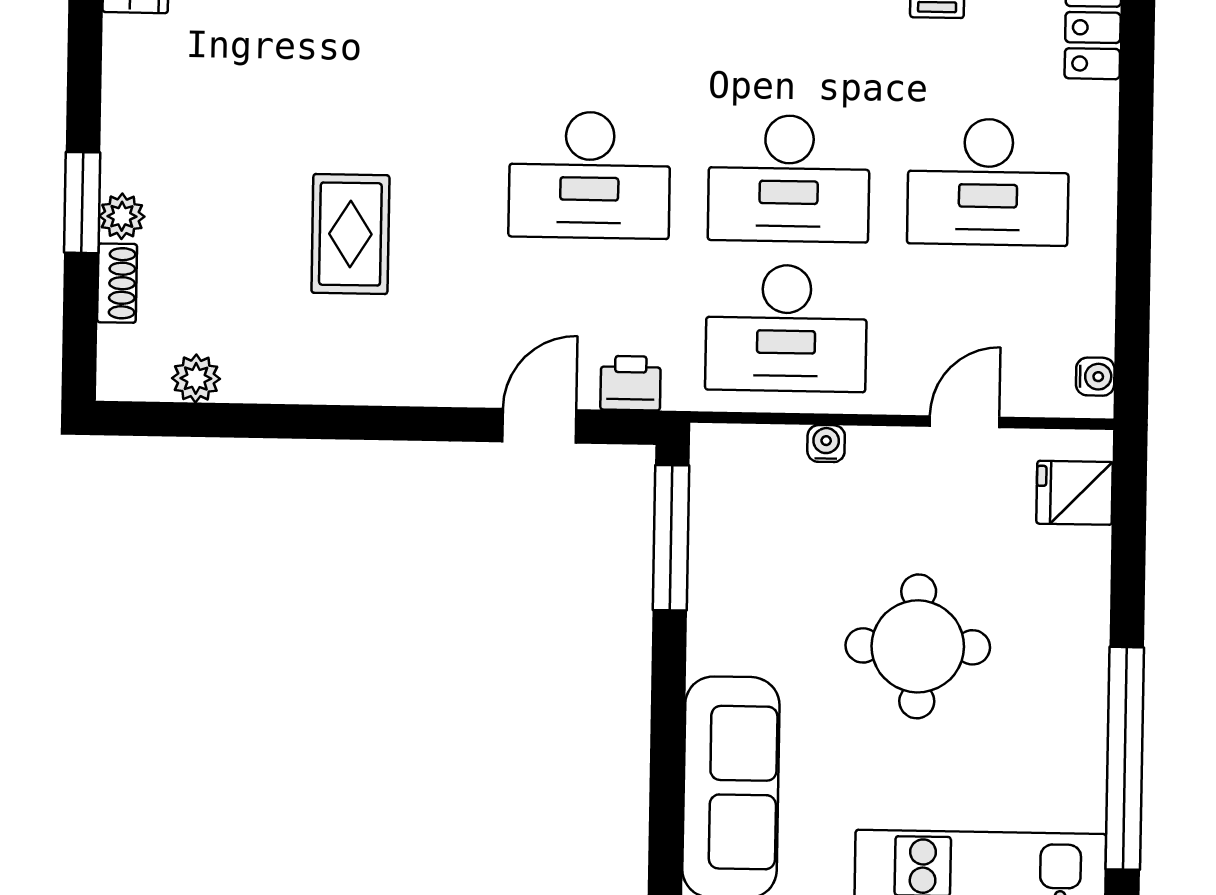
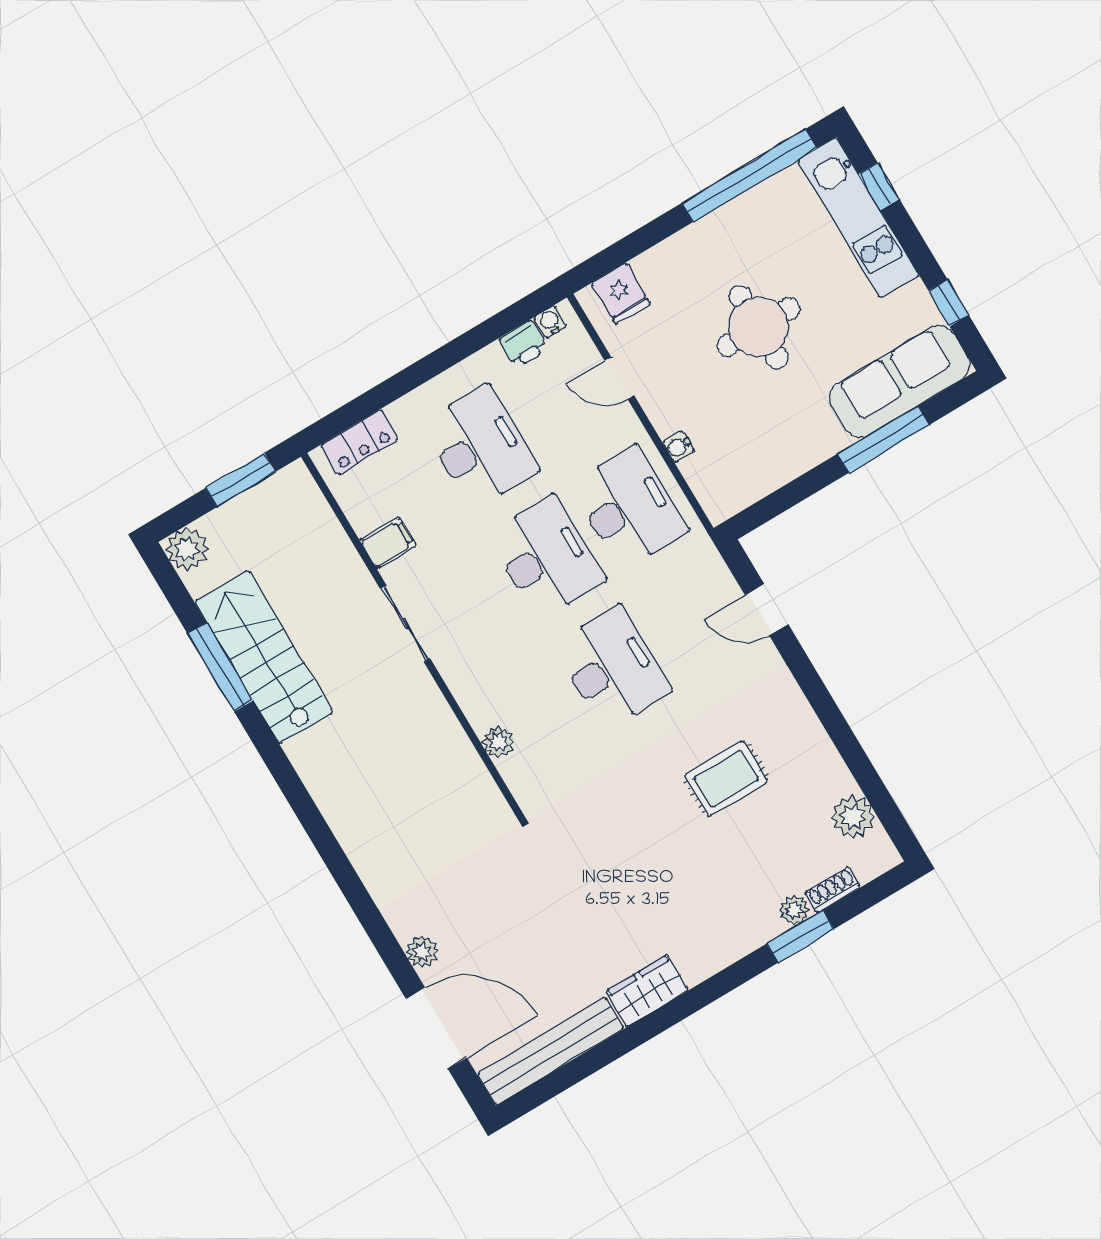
plant: (196, 378) -> (853, 817), width x1.38, depth x1.38
printer: (631, 383) -> (523, 344), moved, turned -90
window: (671, 538) -> (883, 439), moved

